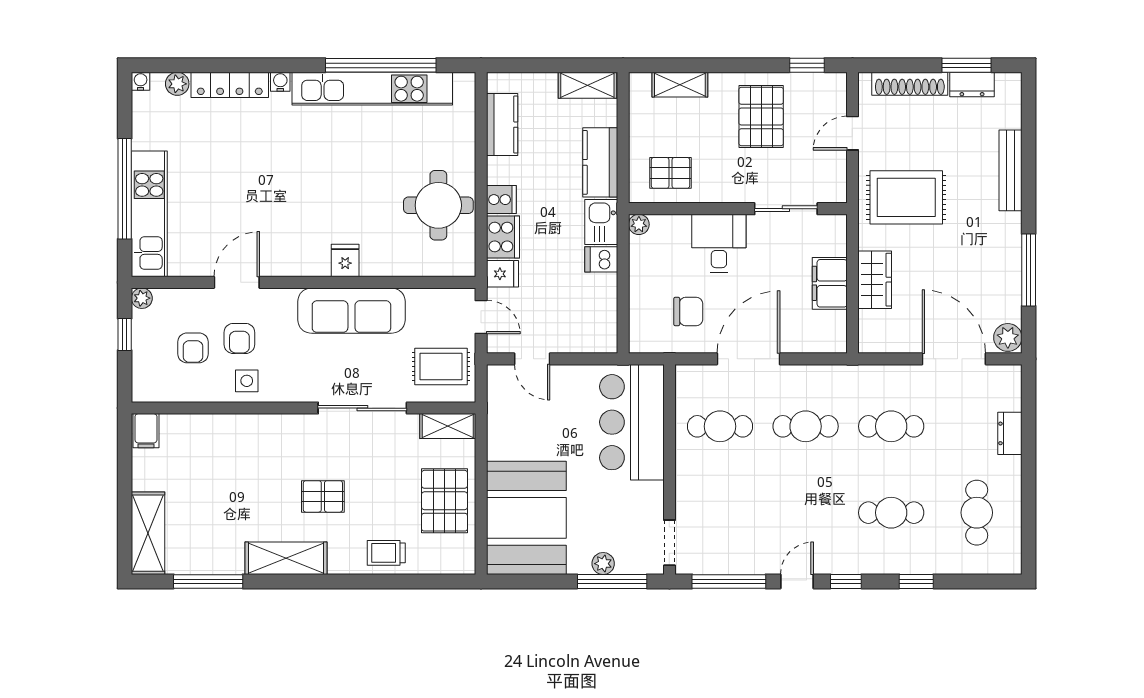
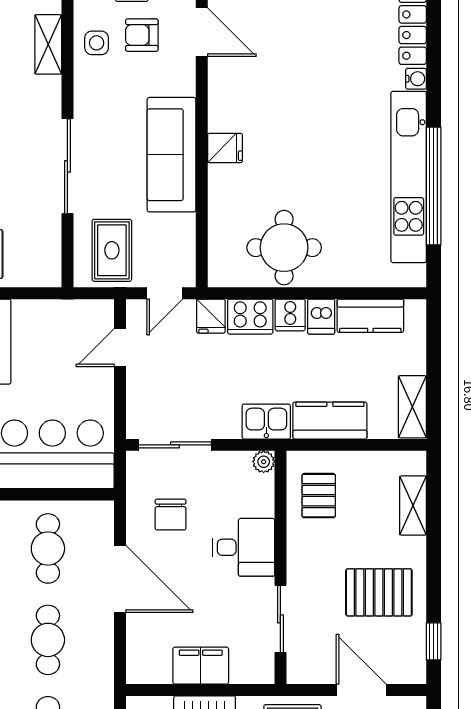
door: (852, 133) -> (361, 690), width x1.37
dishwasher: (601, 259) -> (321, 317), moved, turned 180
sliding door: (623, 307) -> (175, 445), added
shelving: (448, 426) -> (48, 44), moved

